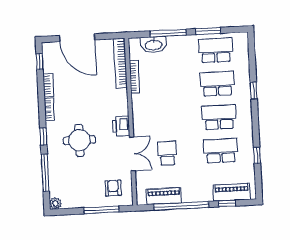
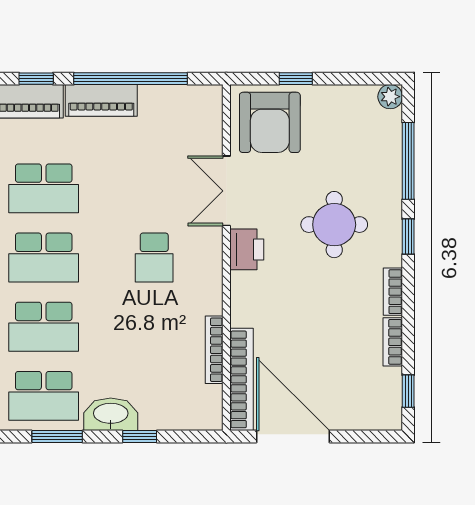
window: (168, 33) -> (140, 436), width x0.46
door: (77, 38) -> (293, 436), moved
washbasin: (154, 45) -> (111, 414), moved
school desk: (167, 153) -> (154, 258), moved
armchair: (113, 188) -> (270, 122), width x1.88, depth x1.88
piano: (164, 196) -> (101, 100), moved
window: (102, 210) -> (296, 79), width x0.46

